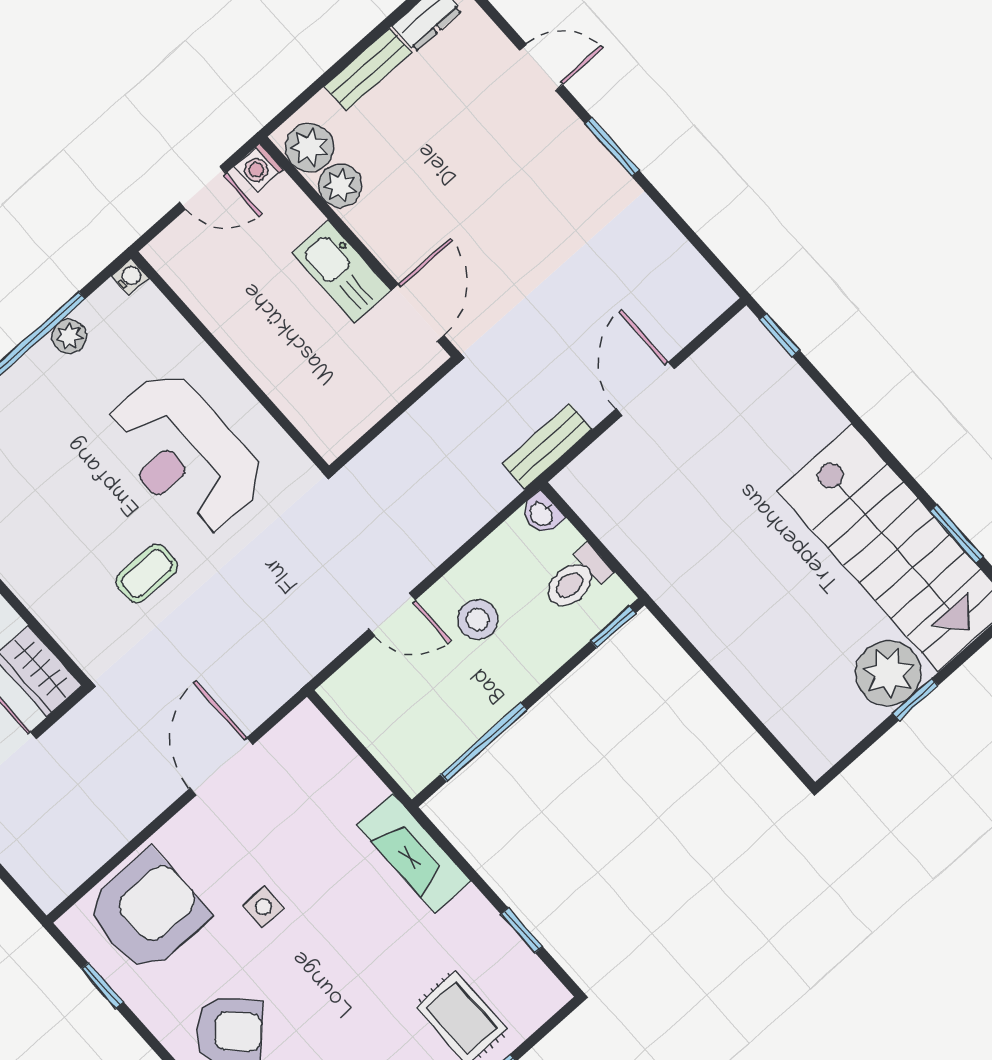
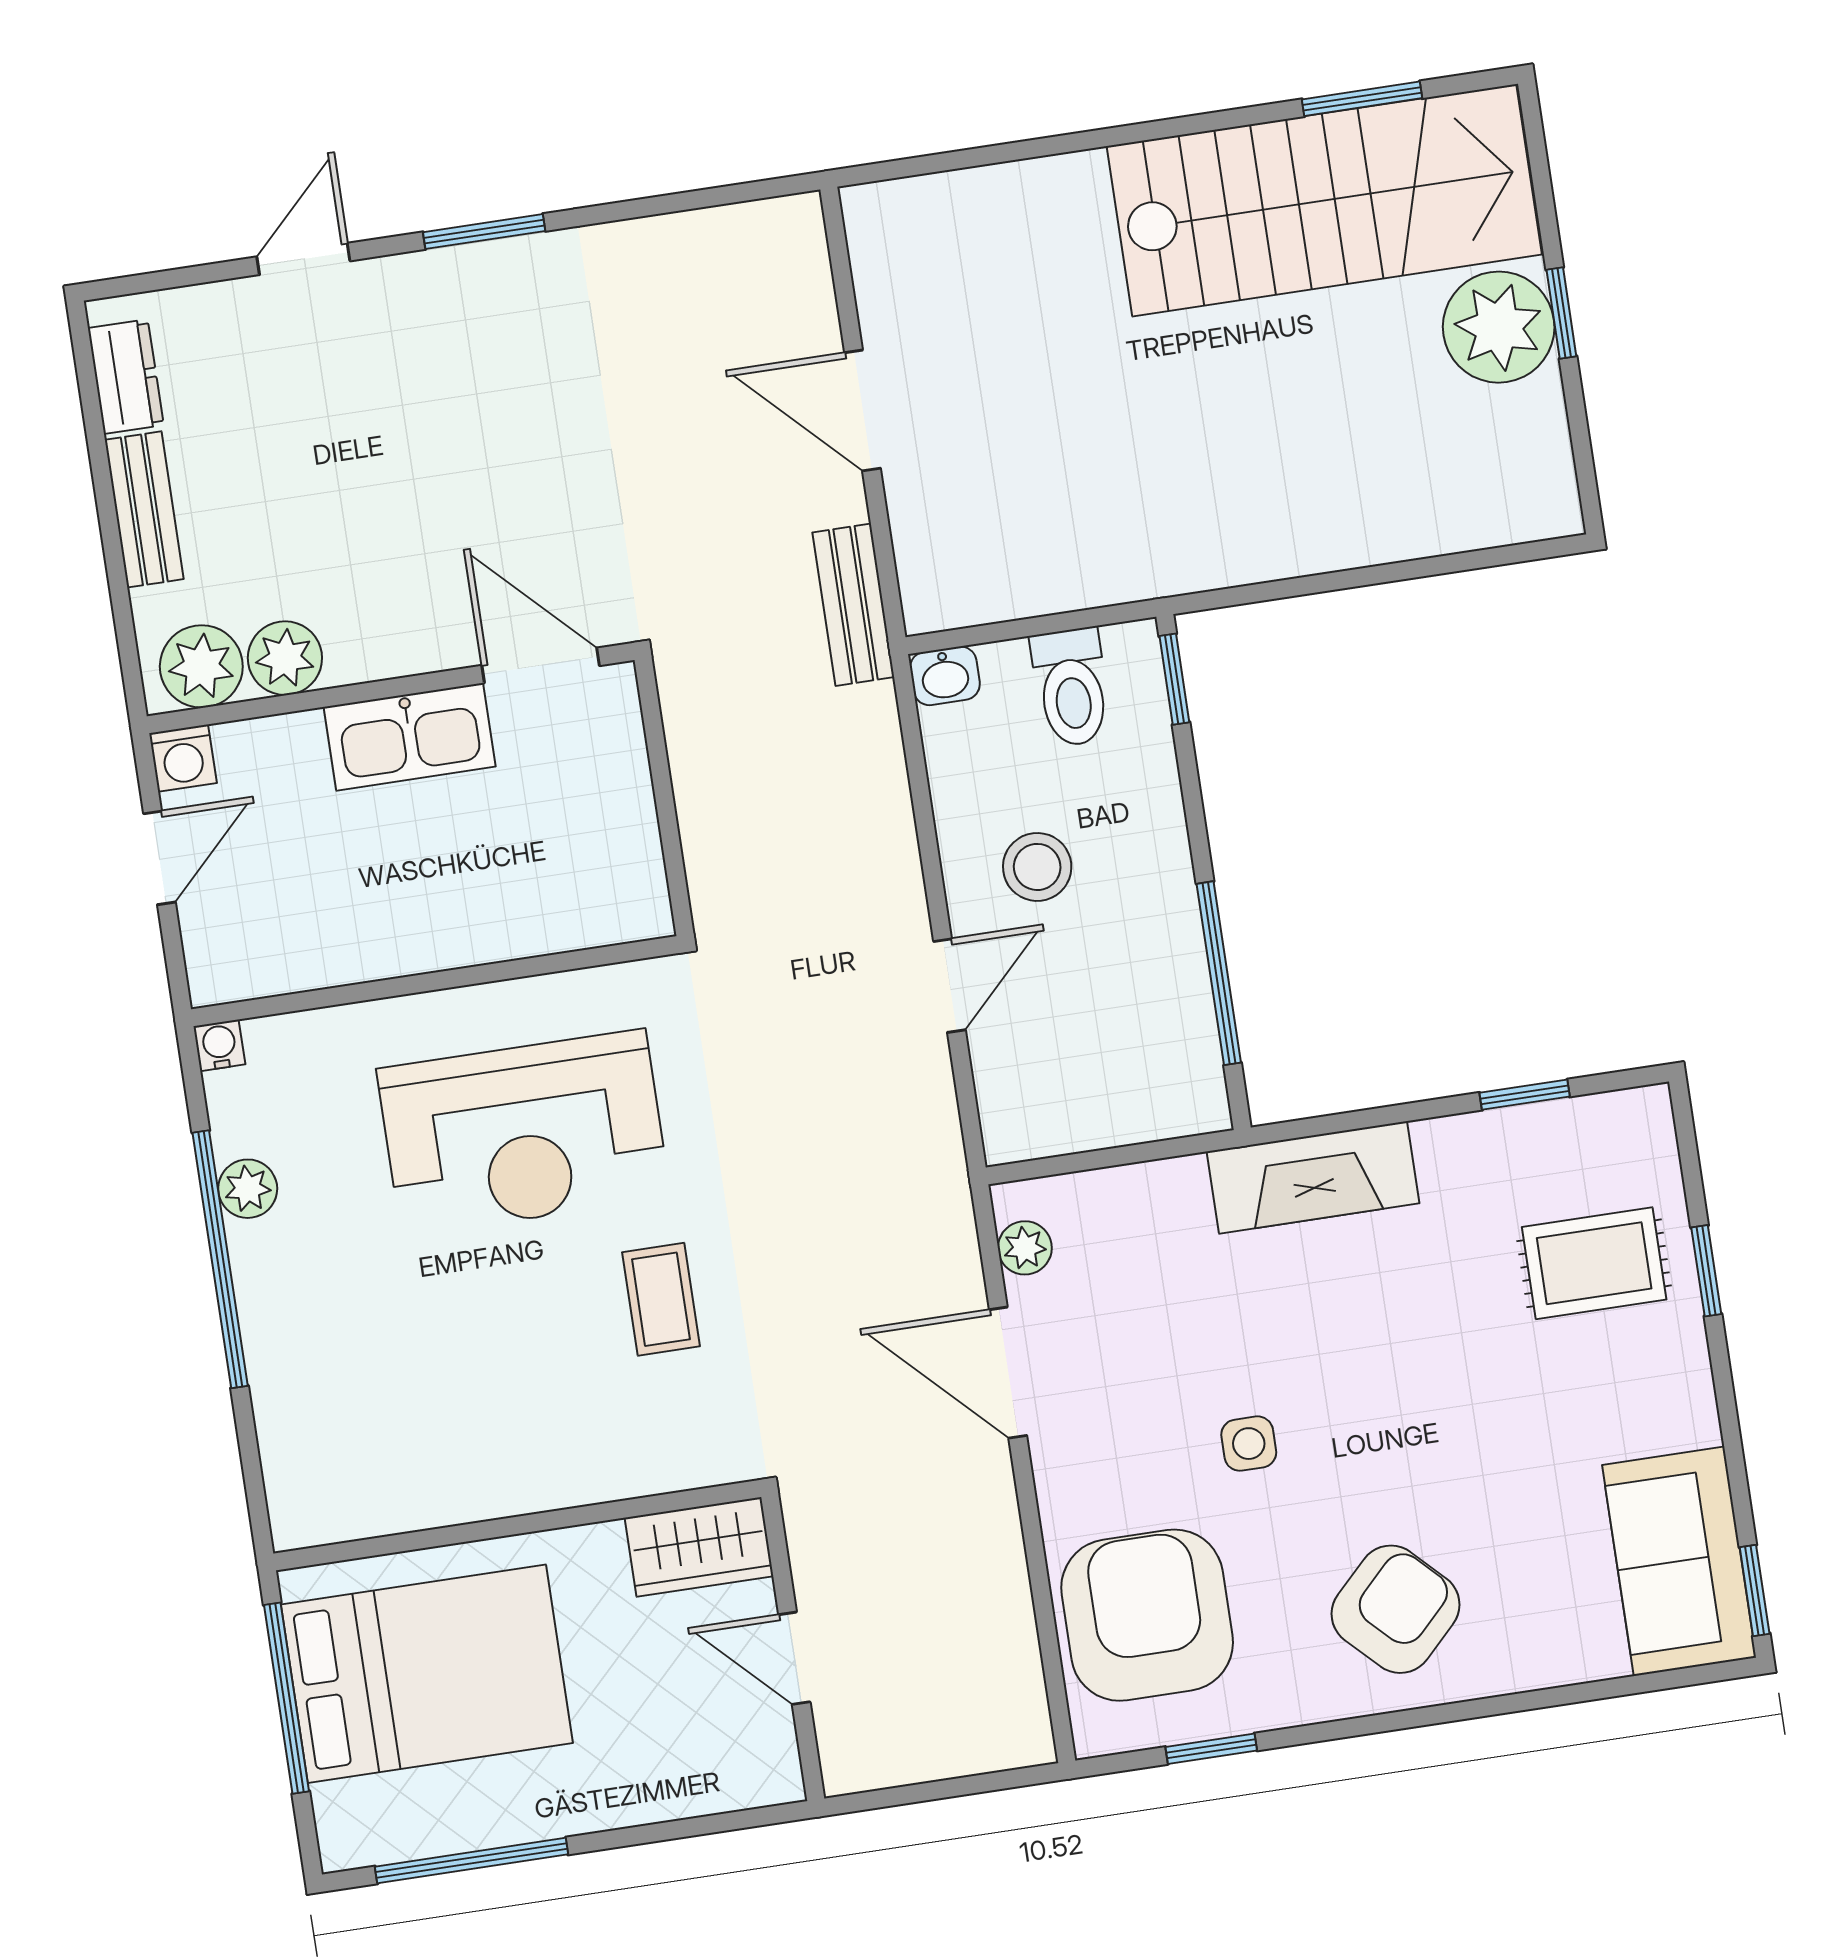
window: (779, 335) -> (911, 167), removed
plant: (288, 735) -> (1025, 1248), added

